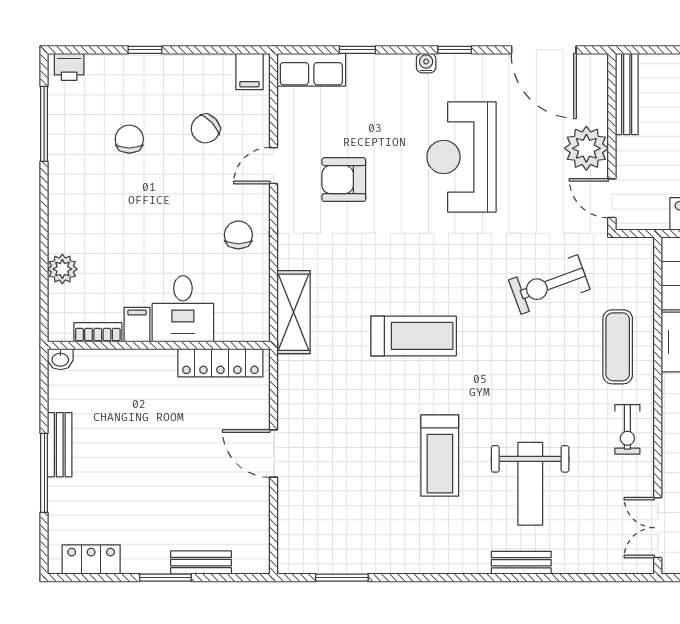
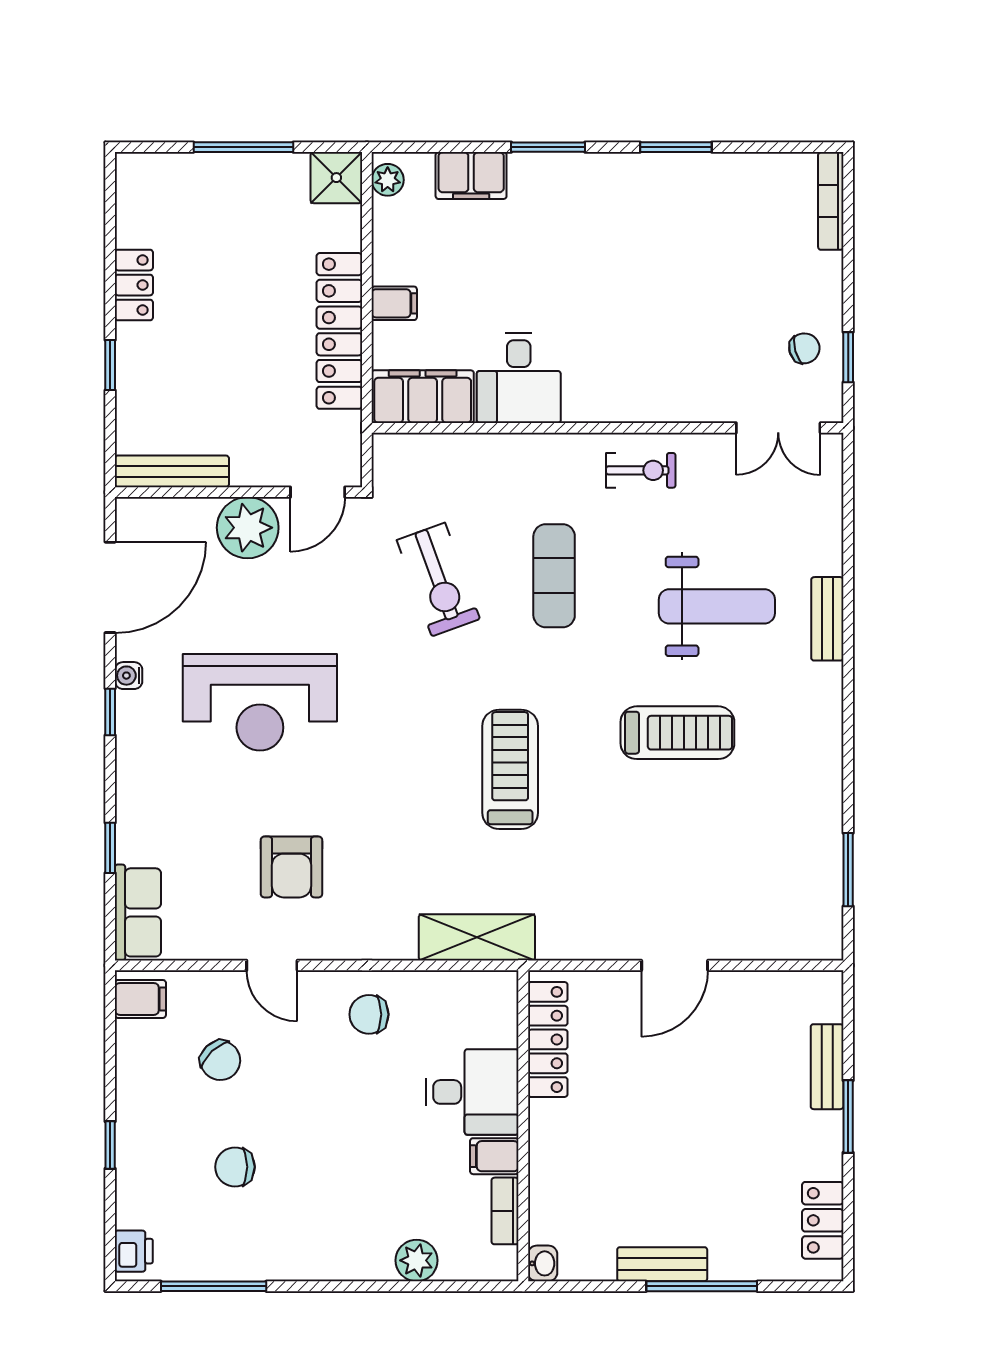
water cooler: (426, 63) -> (129, 676), moved
exercise mat: (618, 347) -> (554, 576), moved, turned 90

